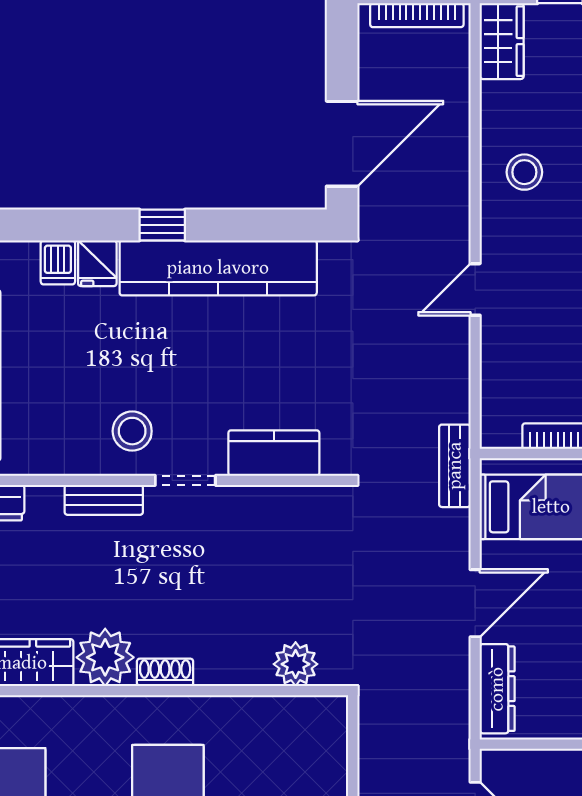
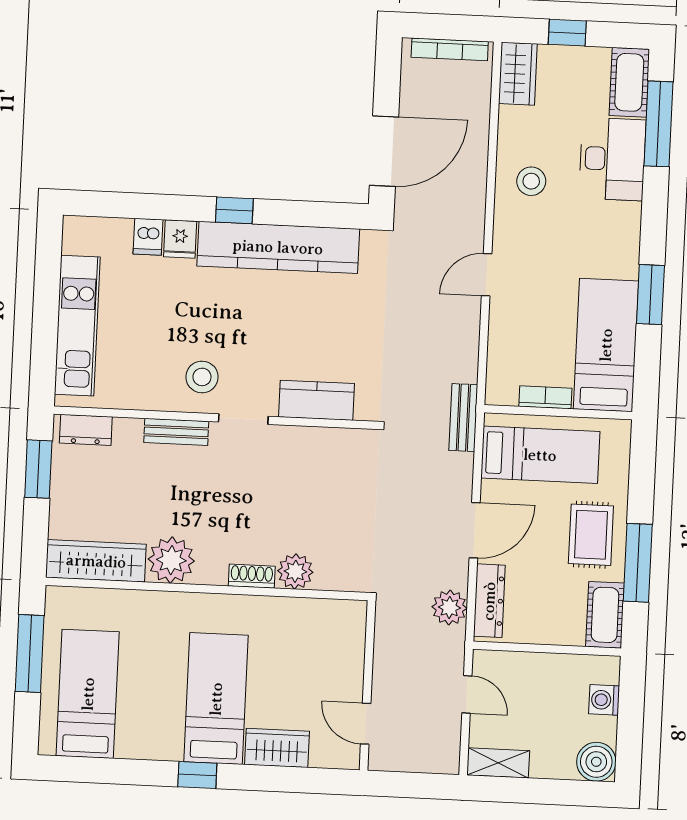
plant: (296, 664) -> (295, 571), moved
shoe rack: (165, 672) -> (252, 576), moved
plant: (449, 699) -> (449, 608), added

